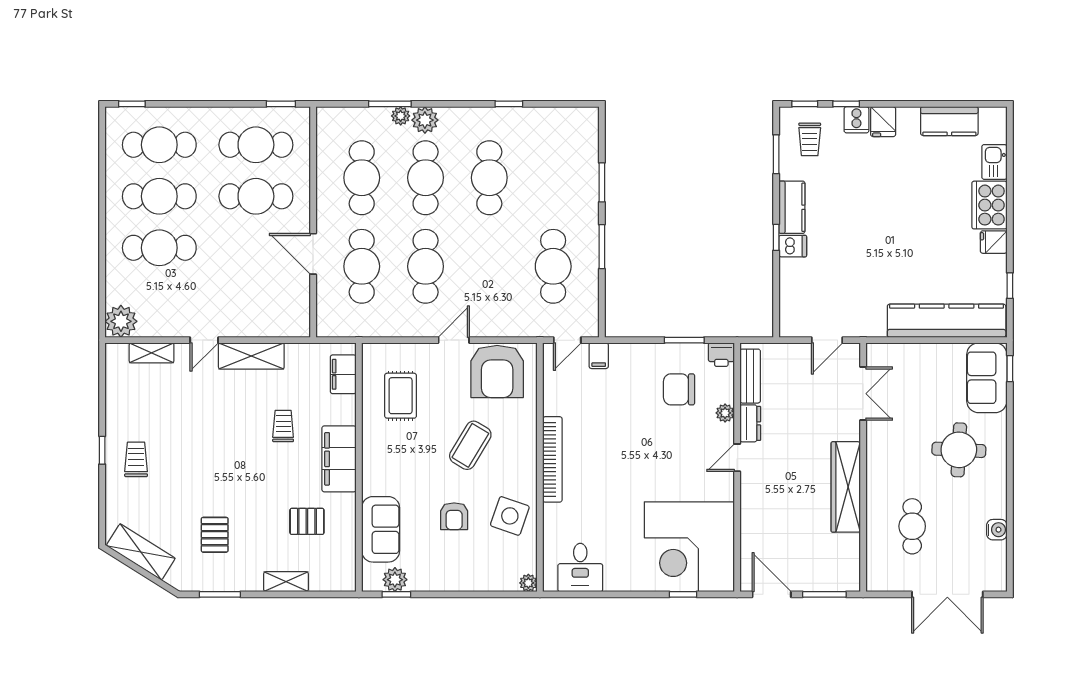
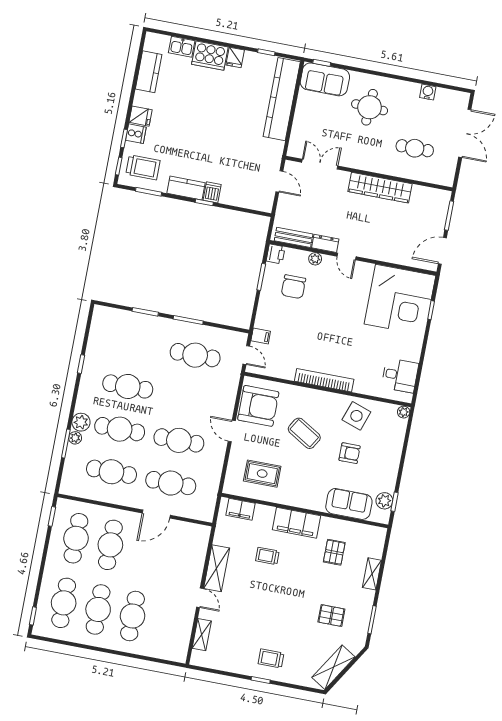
trolley: (810, 139) -> (143, 167), width x1.36, depth x1.39
plant: (121, 321) -> (177, 651), removed

